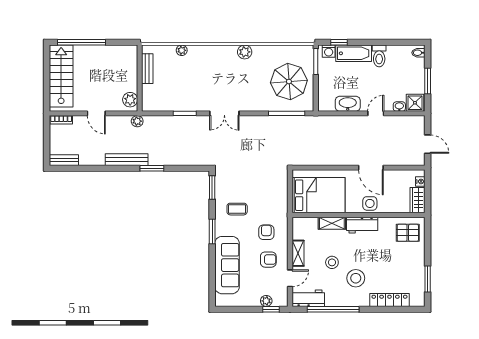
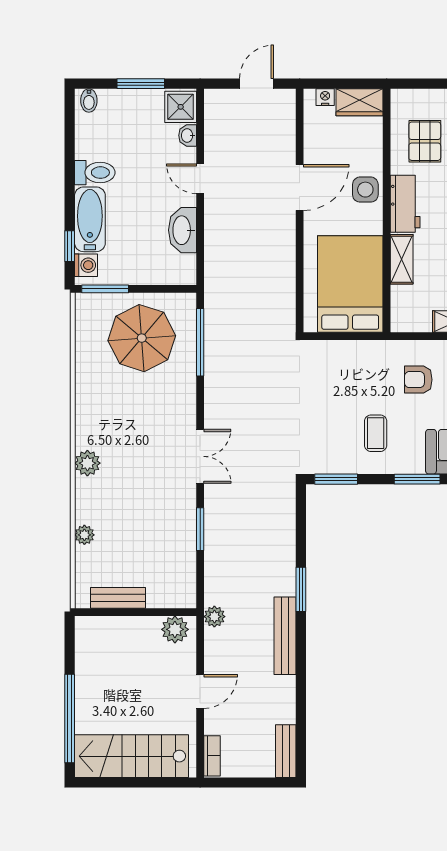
plant: (245, 52) -> (87, 463), moved
pallet: (408, 233) -> (425, 141), moved

